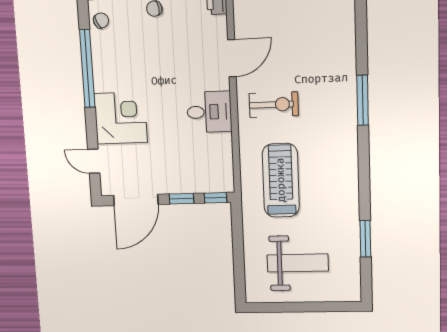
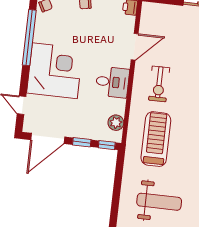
exercise bike: (274, 105) -> (159, 84), turned 90
corner desk: (121, 118) -> (55, 71), width x1.36, depth x1.36
plant: (223, 166) -> (116, 123), added

